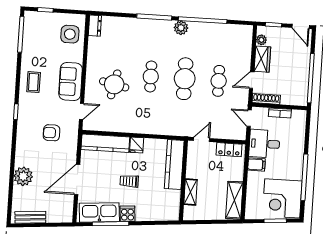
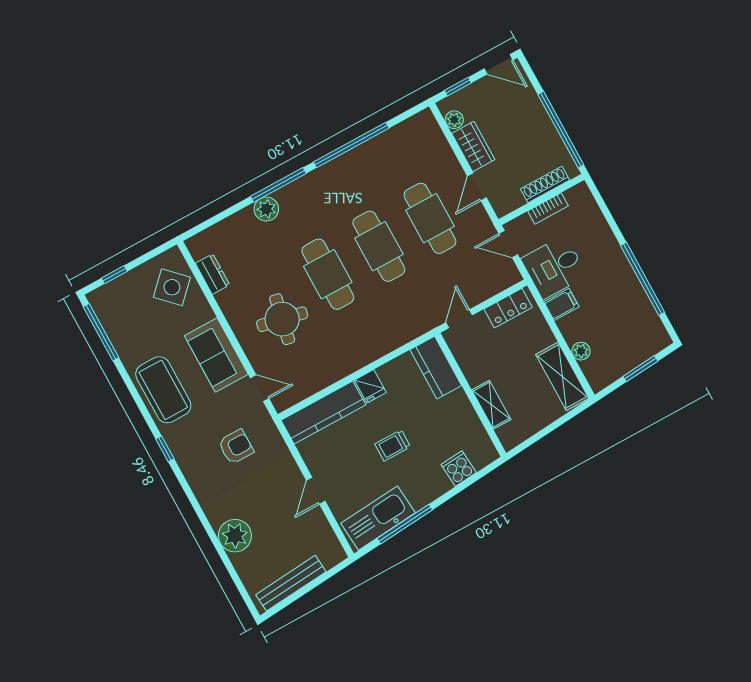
dresser: (95, 26) -> (212, 274), moved
plant: (181, 28) -> (266, 209), moved
side table: (70, 34) -> (172, 287), turned 45
cafe table: (151, 76) -> (328, 274), width x1.37, depth x1.35
cafe table: (219, 81) -> (430, 218), width x1.37, depth x1.35
coffee table: (34, 82) -> (163, 390), width x1.86, depth x1.72
shoe rack: (266, 99) -> (545, 185), moved
door: (82, 111) -> (260, 388), hinge flipped
armchair: (51, 133) -> (236, 447), turned 180
kitchen counter: (174, 164) -> (436, 368), width x0.67
door: (77, 179) -> (316, 491), width x0.53
plant: (251, 194) -> (581, 351), added
corner desk: (282, 198) -> (630, 330), removed
cooker: (127, 214) -> (459, 469), moved
bench: (30, 217) -> (291, 583), width x1.36

